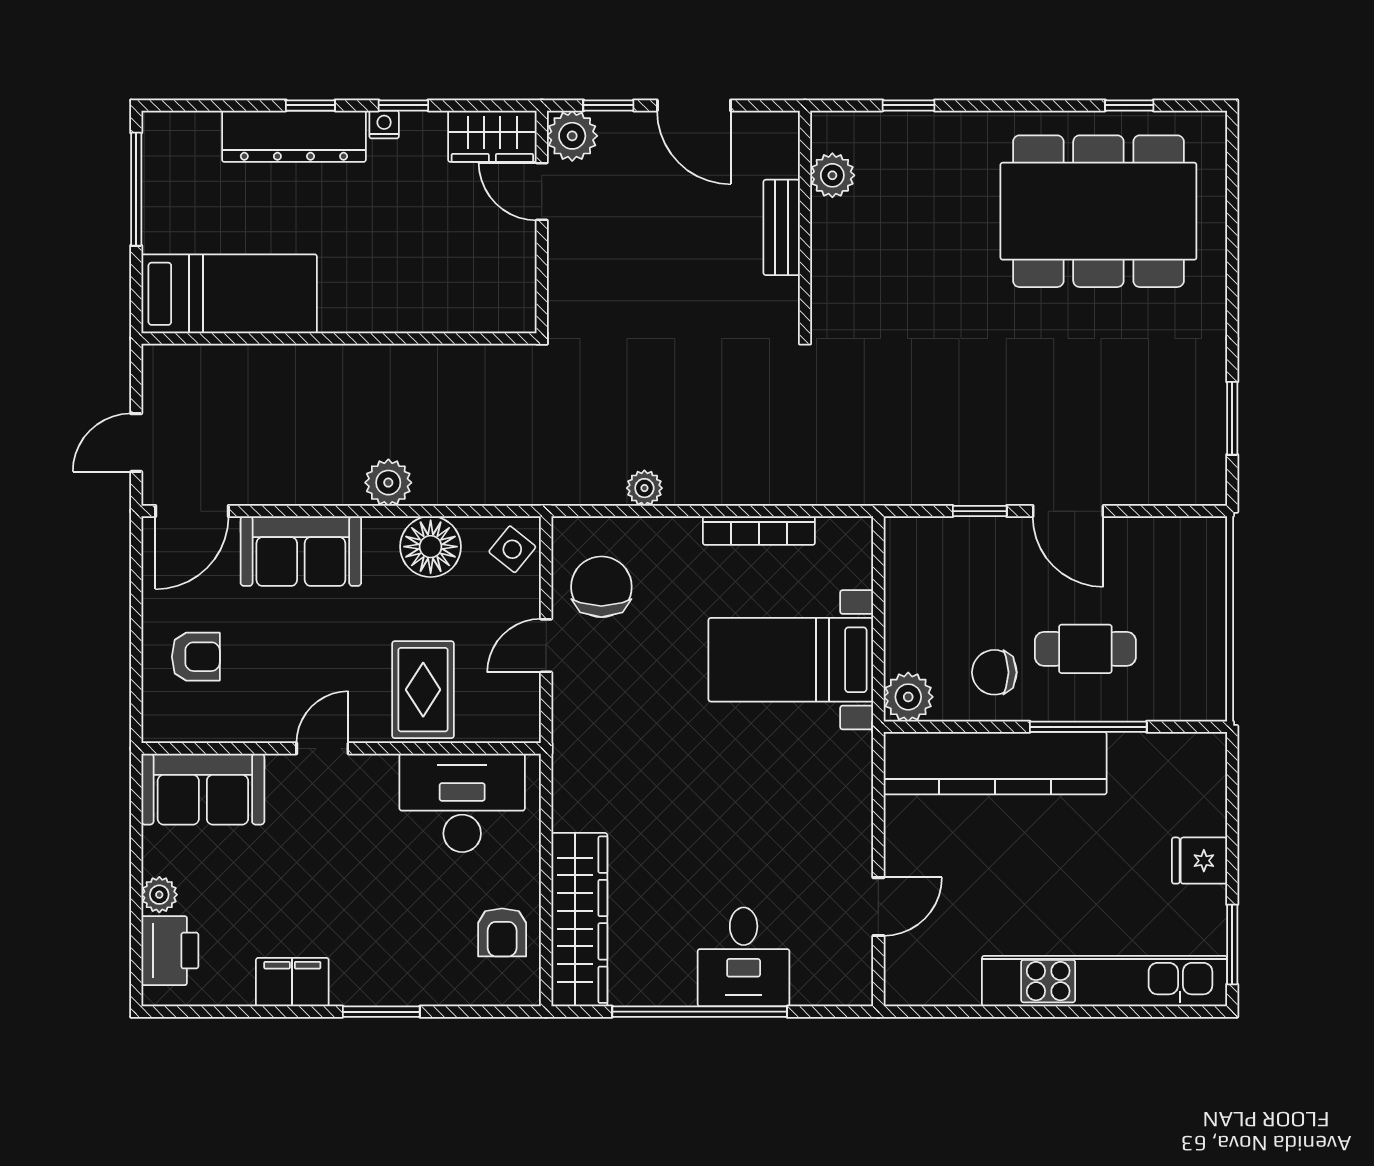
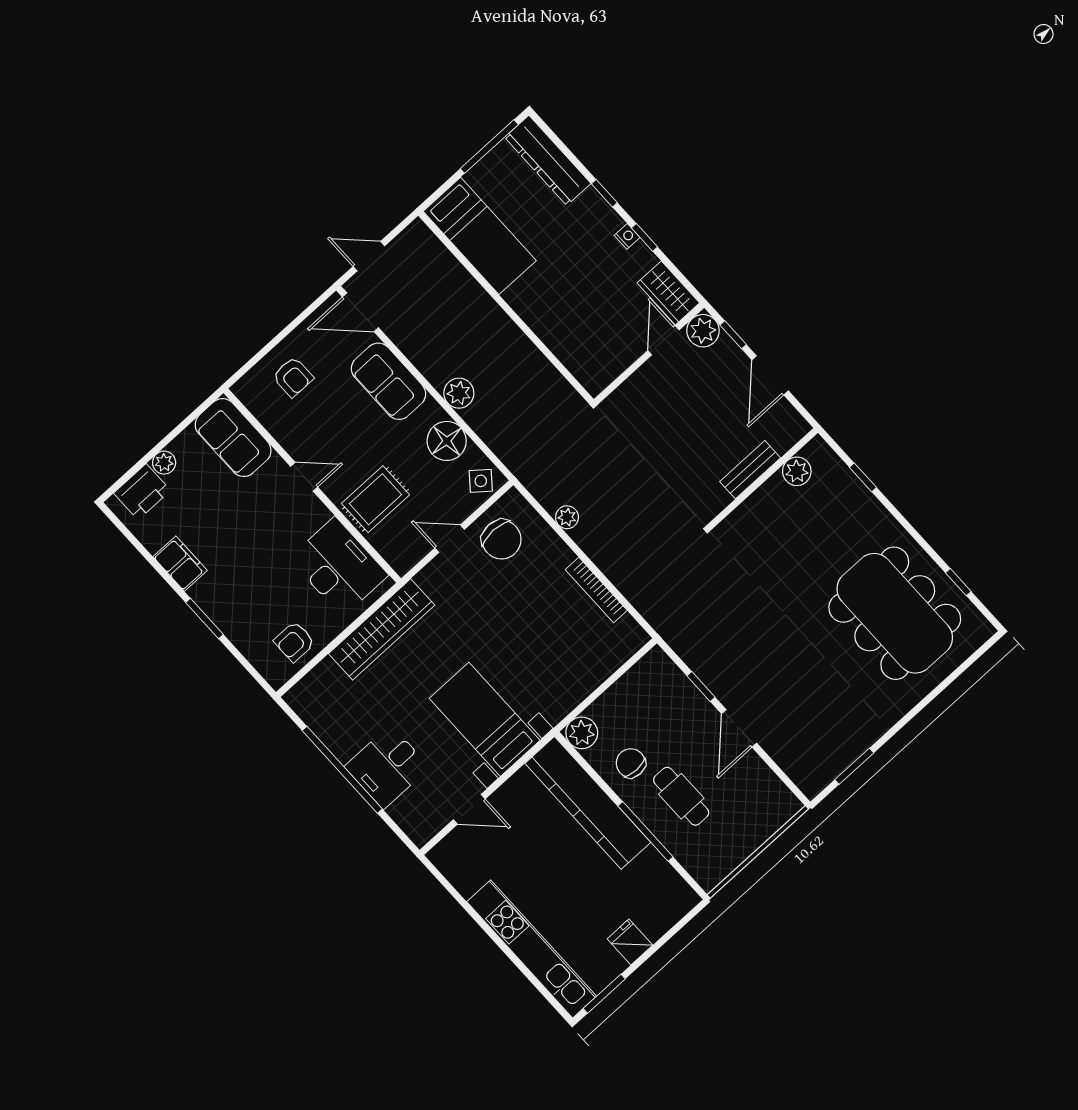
dresser: (294, 136) -> (548, 160), moved
chair: (601, 587) -> (501, 539), turned 90
bed with nightstands: (791, 660) -> (485, 719), moved
wardrobe: (579, 920) -> (382, 629), moved

